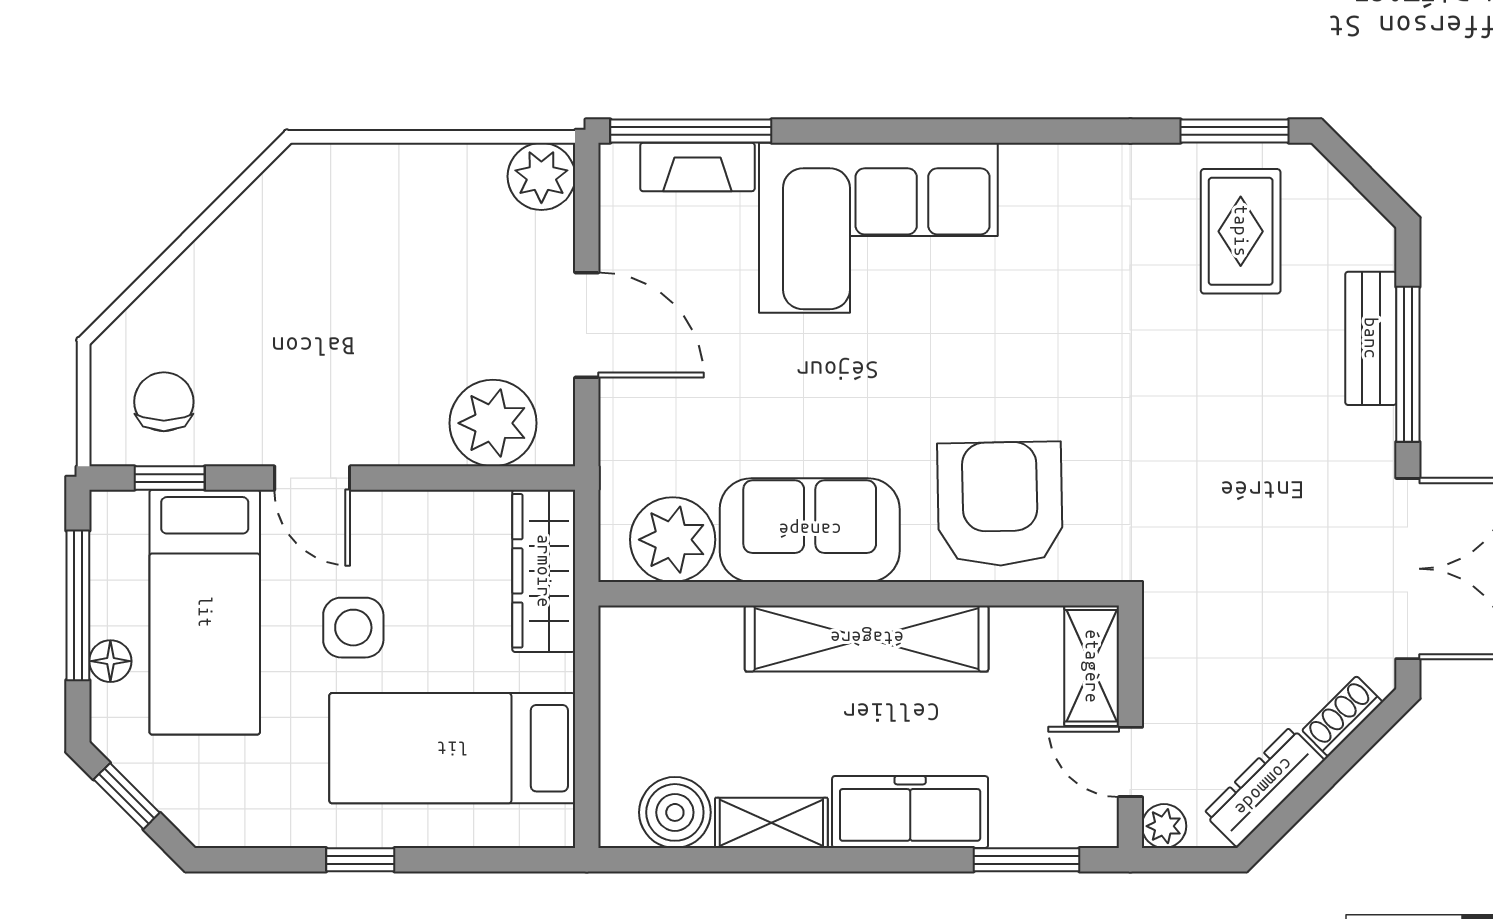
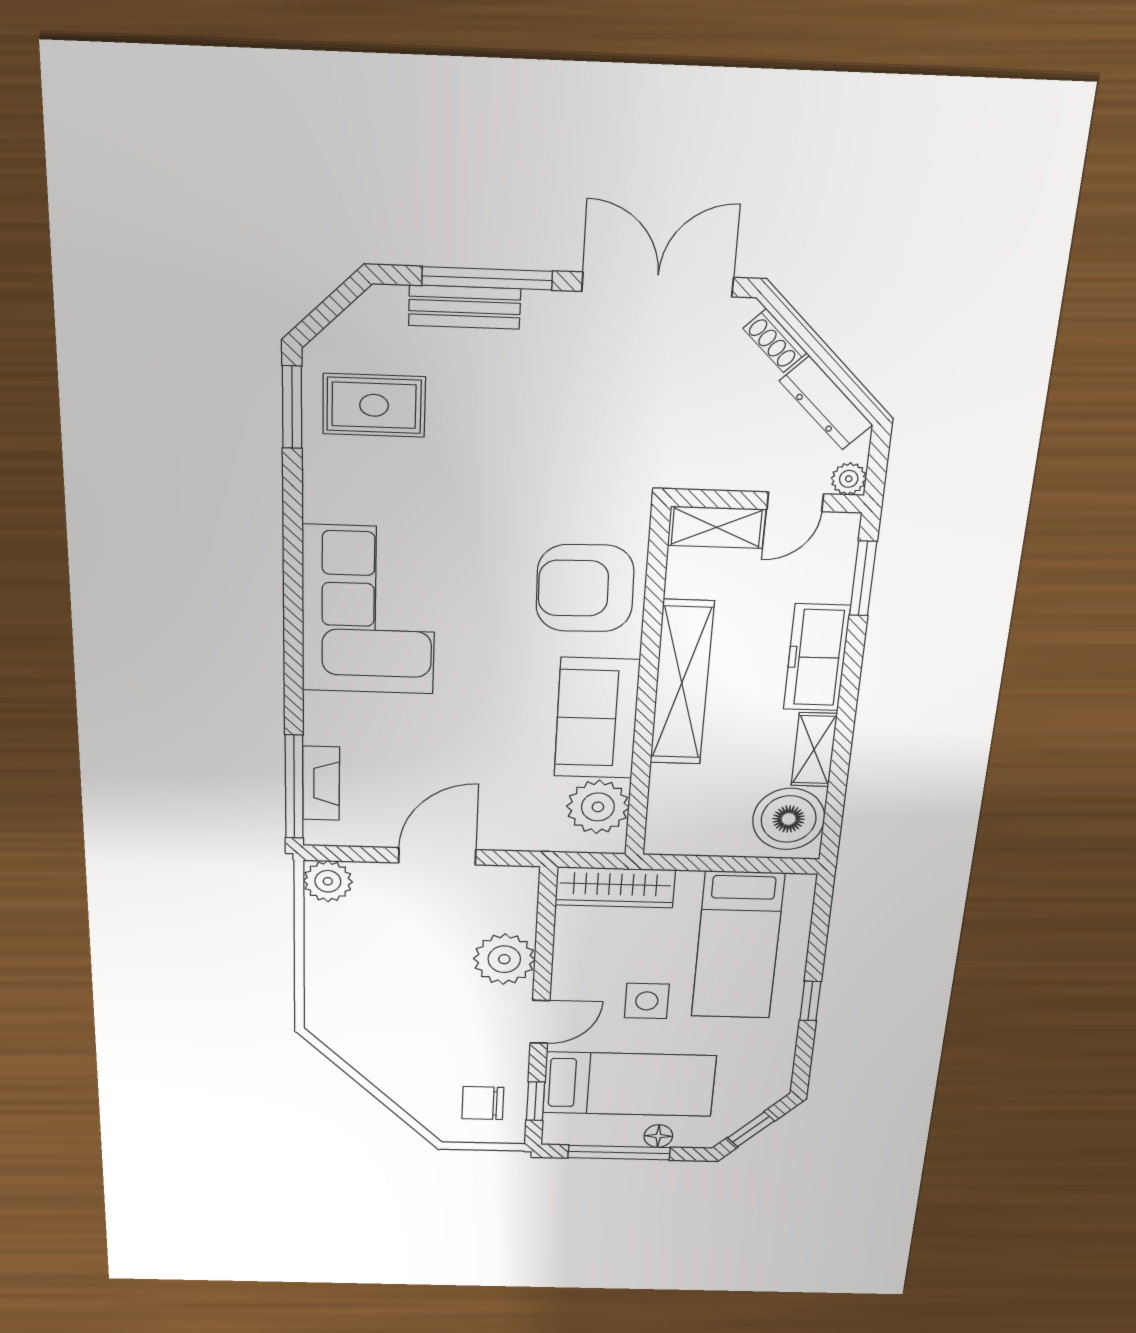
corner sofa: (878, 228) -> (369, 610), moved
plant: (493, 423) -> (504, 959), moved
boiler: (675, 812) -> (789, 819), width x1.37, depth x1.37

